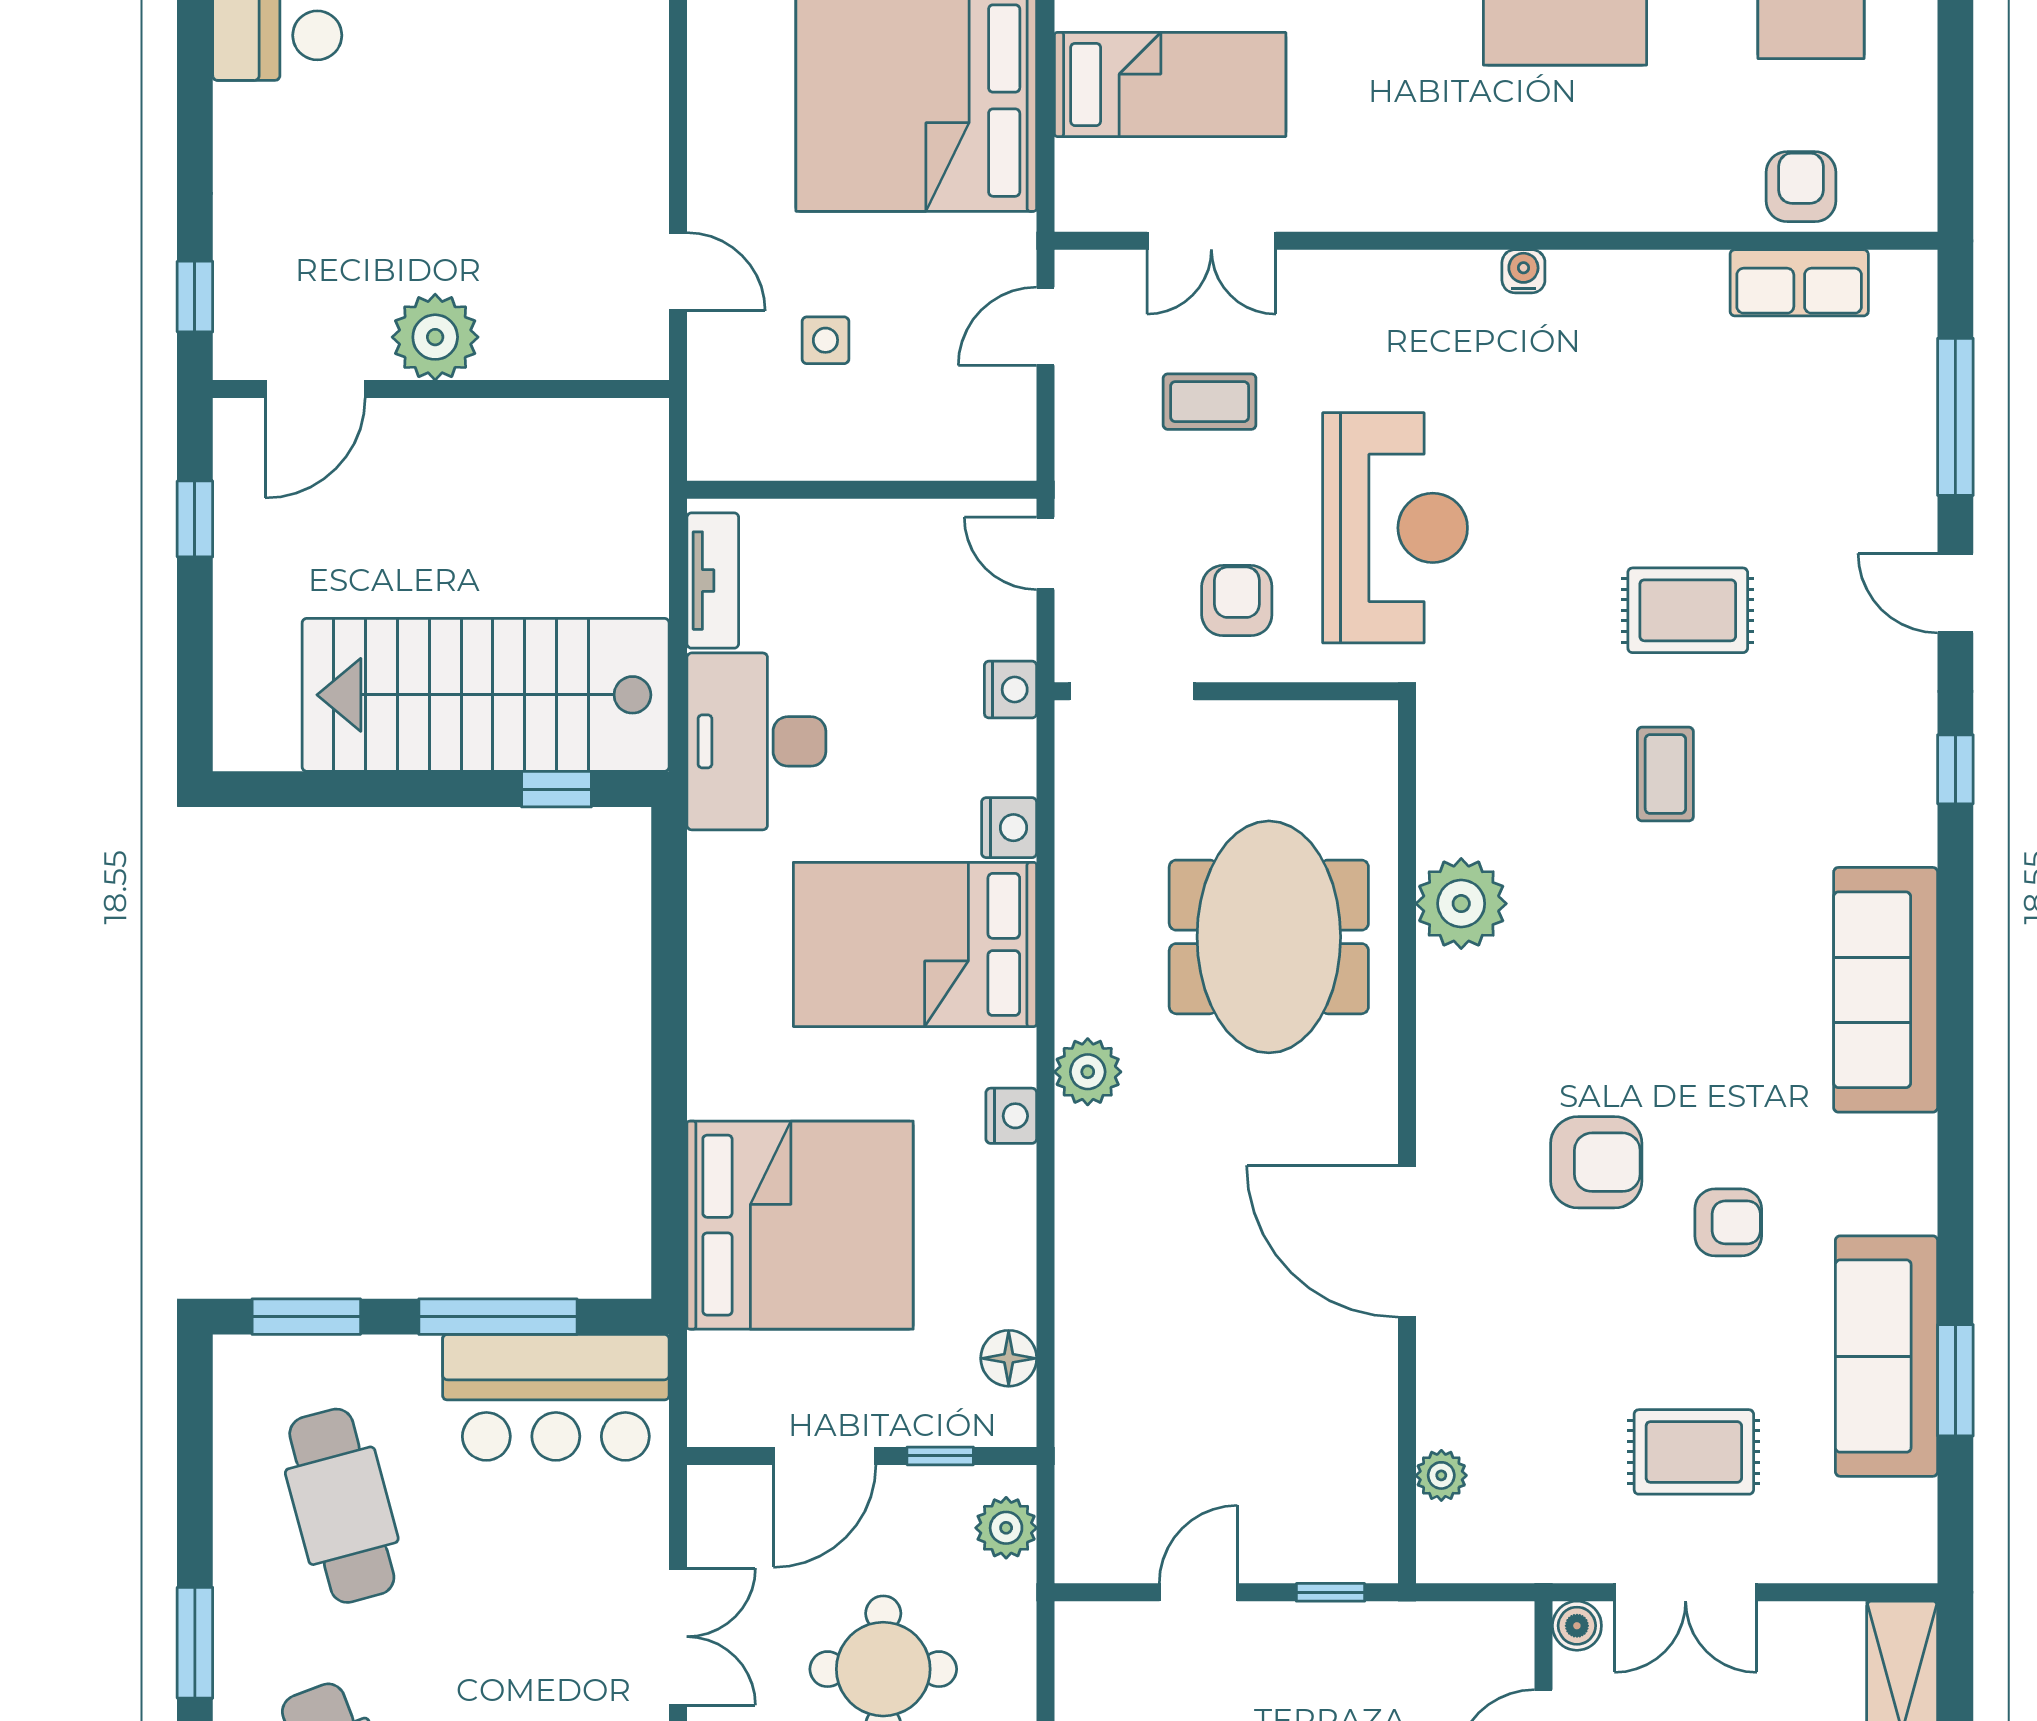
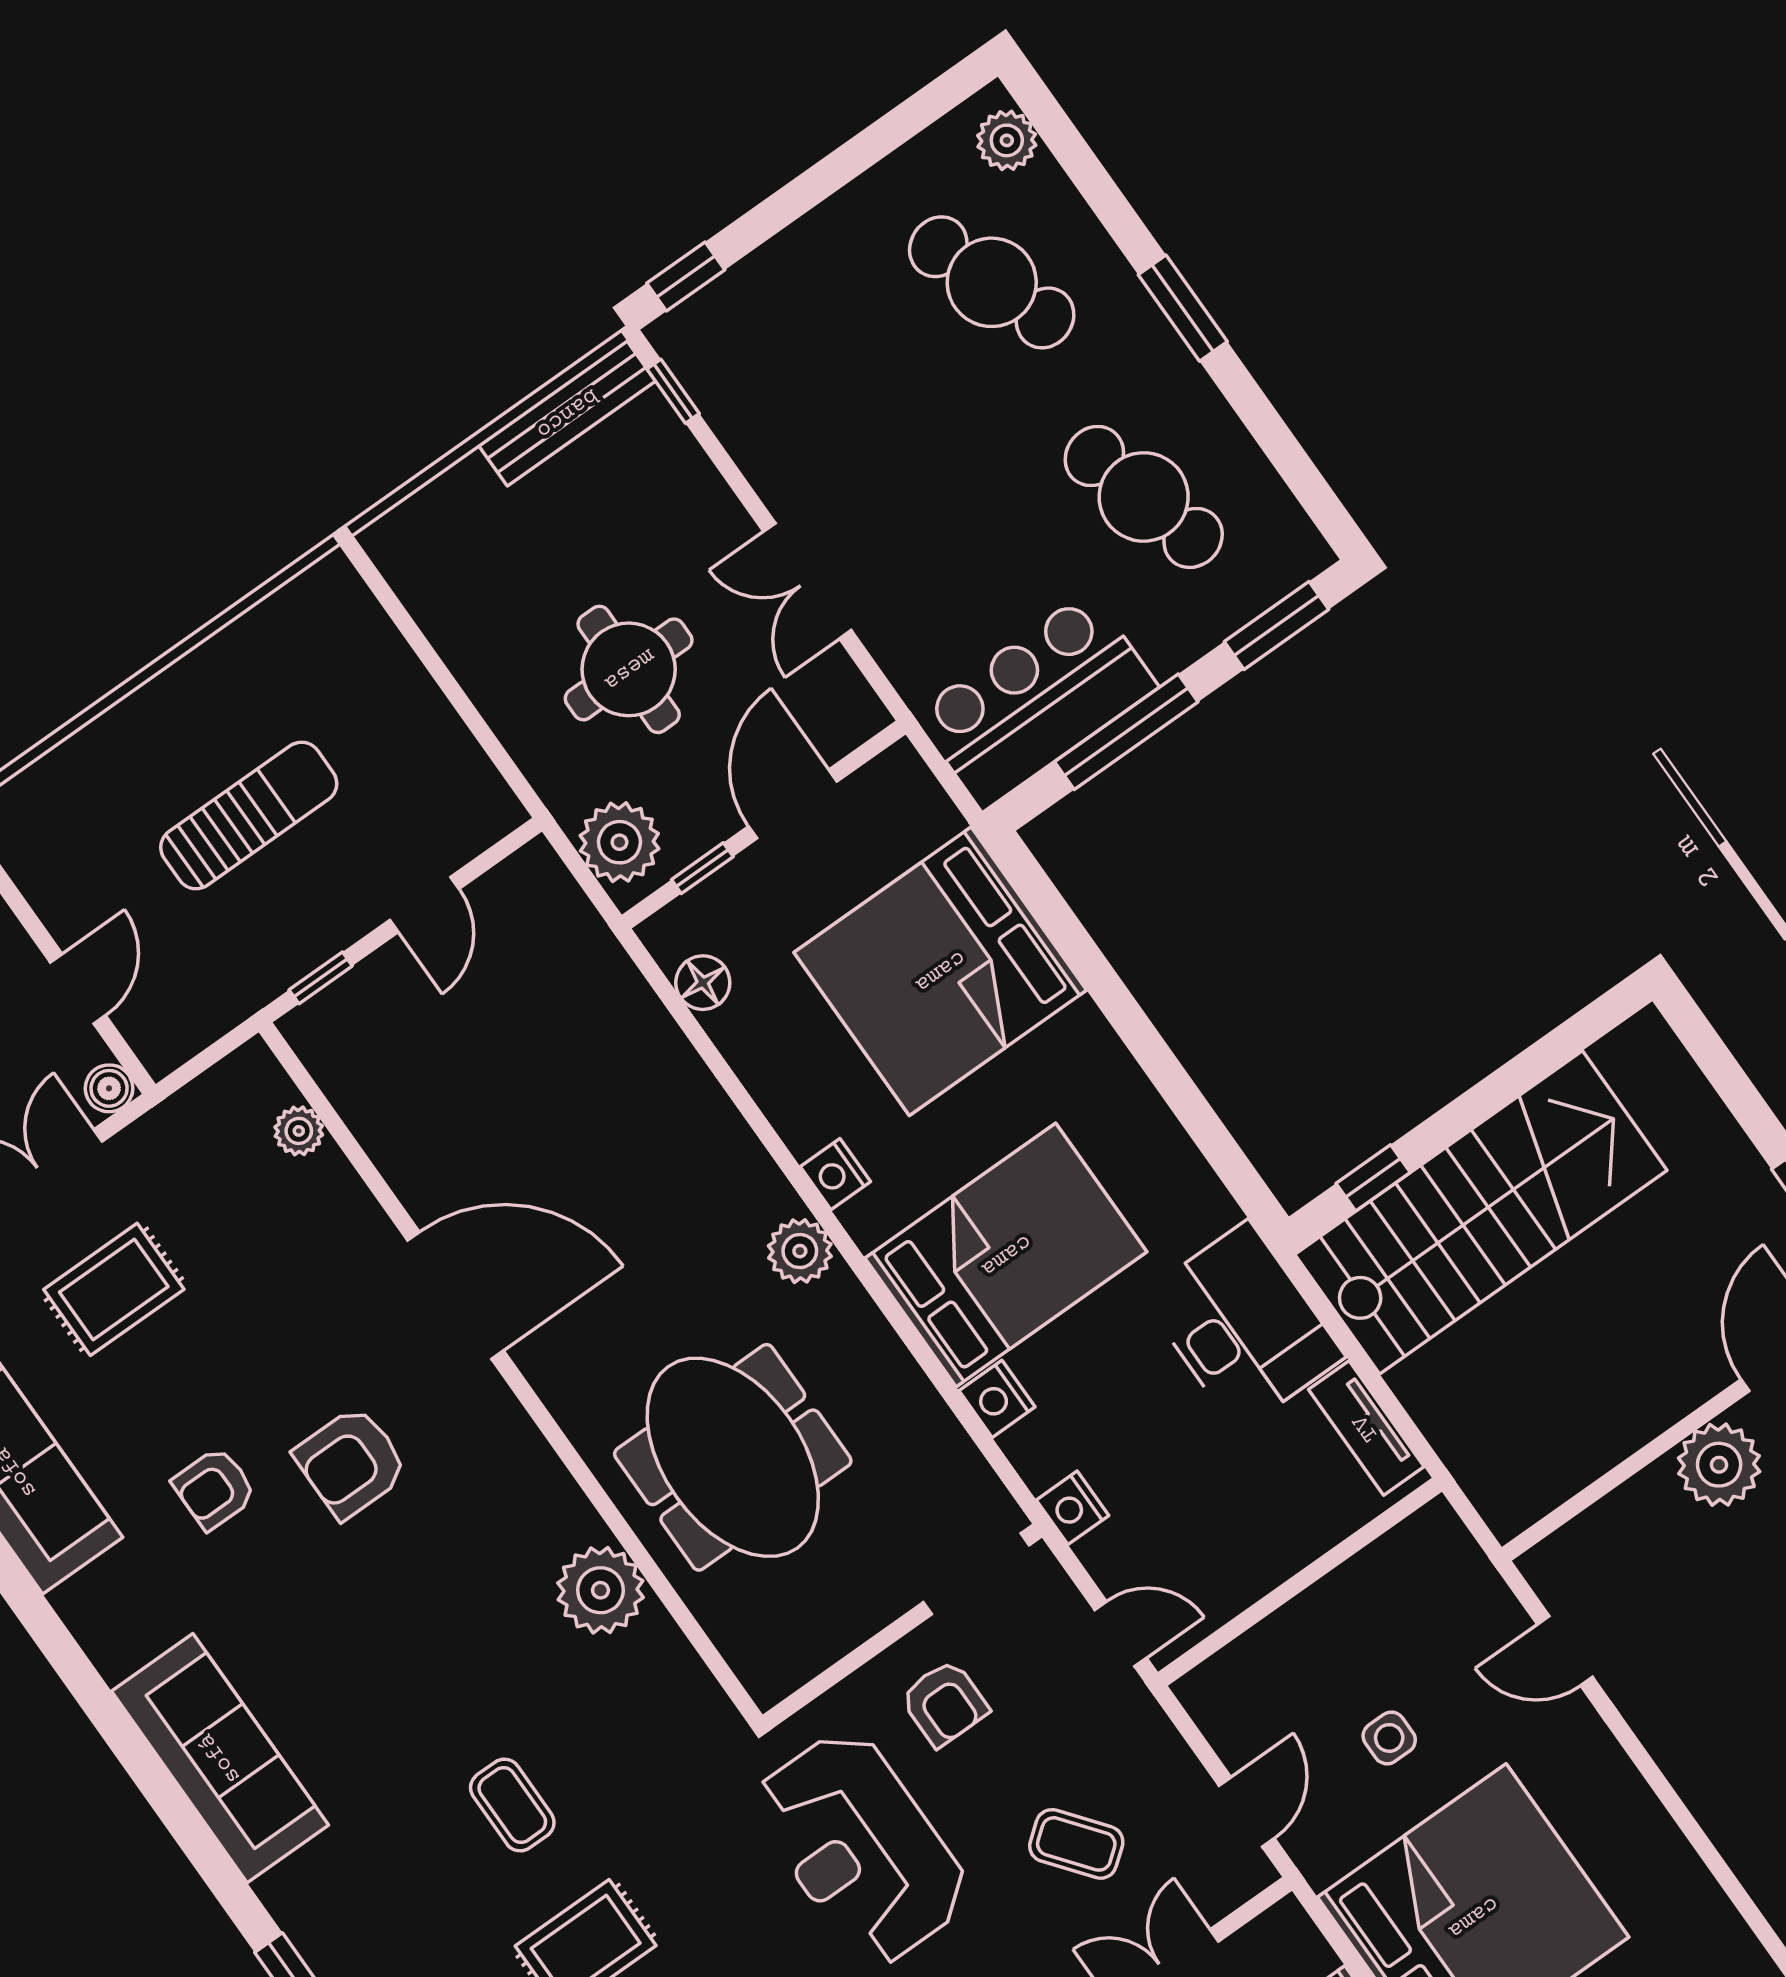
side table: (825, 340) -> (1389, 1738), moved
coffee table: (1210, 402) -> (1076, 1844), turned 52
plant: (1006, 1528) -> (619, 842), width x1.36, depth x1.36

